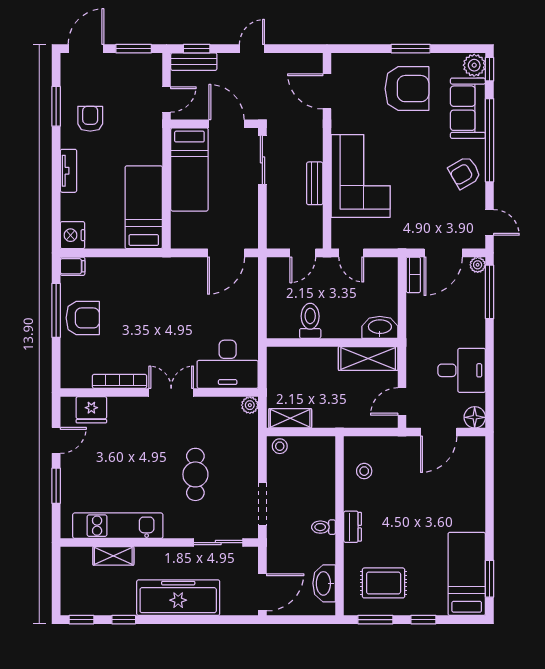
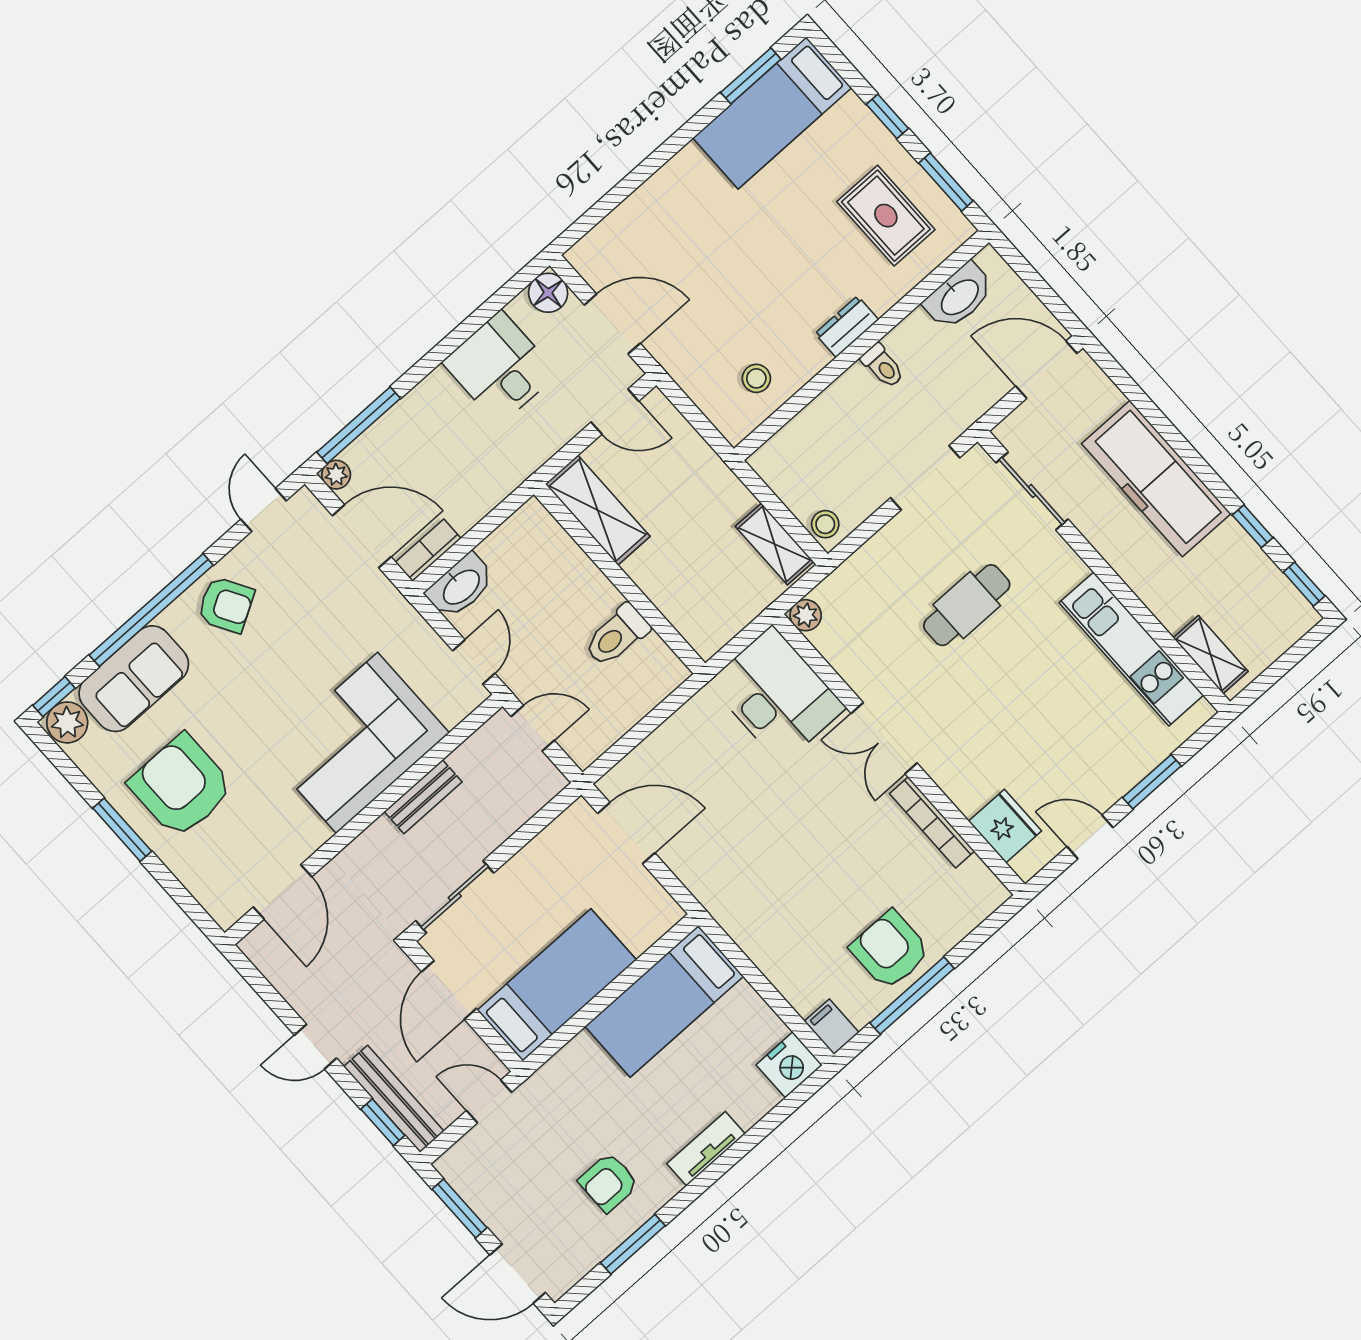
bench: (194, 62) -> (394, 1099), width x1.36
washbasin: (380, 327) -> (461, 586), moved, turned -90
shelving: (113, 556) -> (1211, 655), moved

